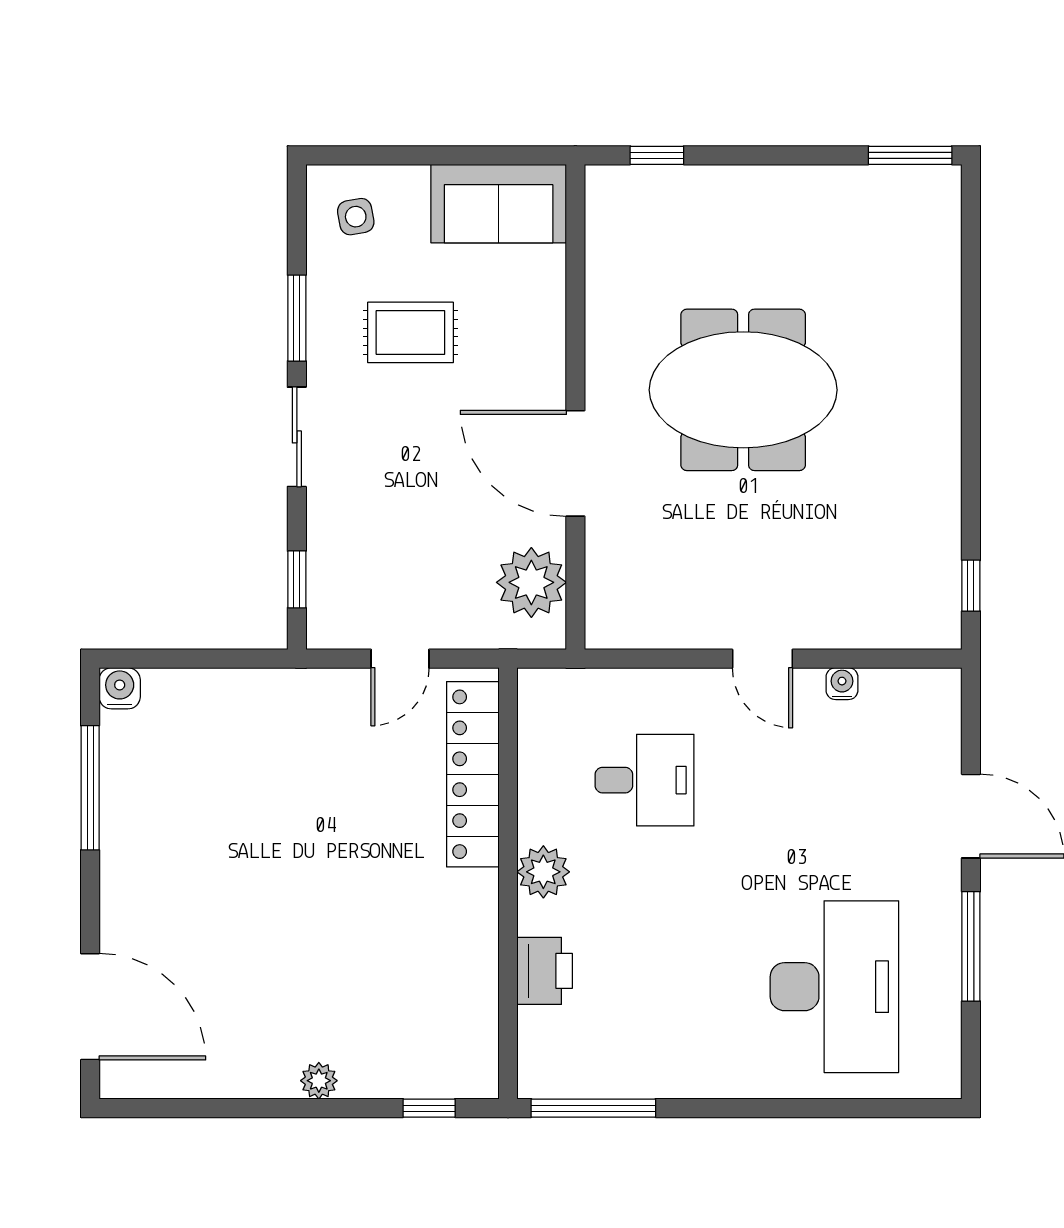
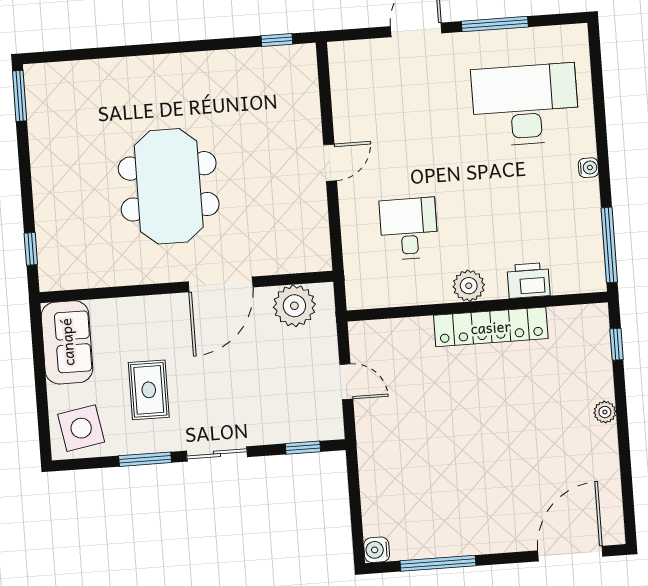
side table: (356, 217) -> (81, 428), width x1.87, depth x1.87
water cooler: (842, 684) -> (588, 168), moved, turned 180
locker: (473, 774) -> (491, 327), moved

